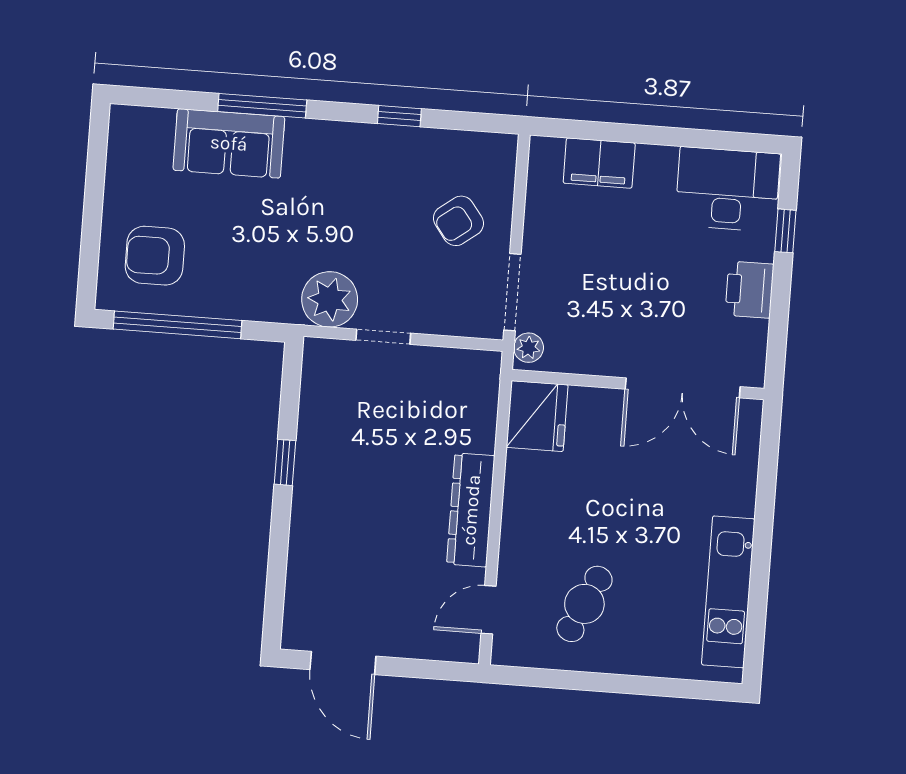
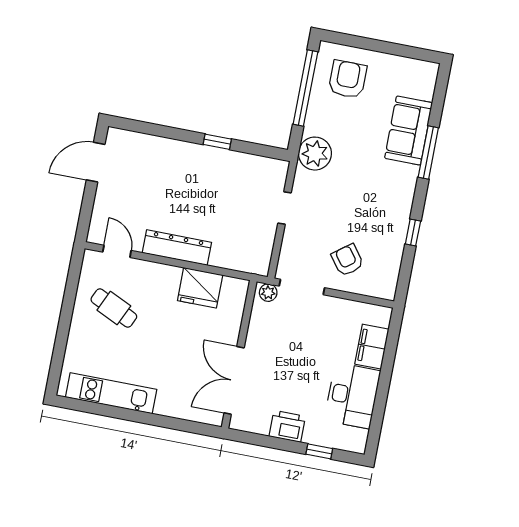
desk: (728, 189) -> (352, 396), moved
plant: (330, 299) -> (315, 154), moved
fridge: (537, 416) -> (200, 288), moved

